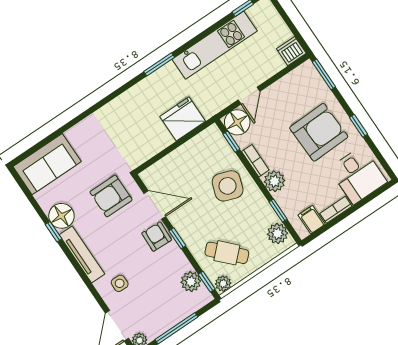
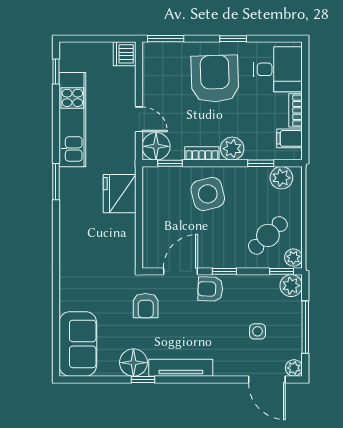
side table: (228, 186) -> (208, 194), turned -33
armchair: (111, 196) -> (146, 306), width x0.72, depth x0.72
plant: (191, 282) -> (291, 286), moved
side table: (120, 283) -> (257, 331), moved

